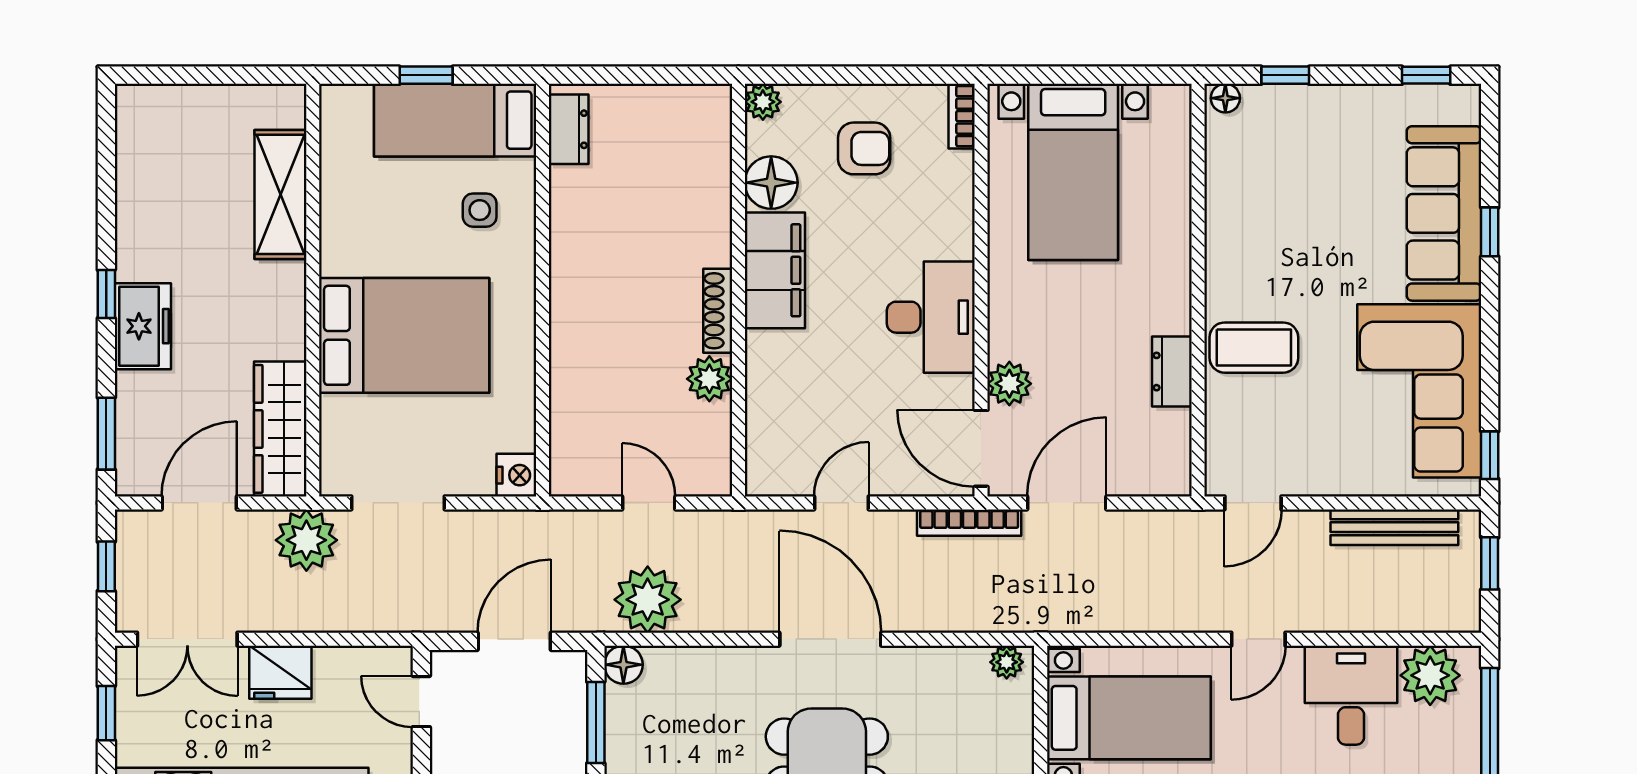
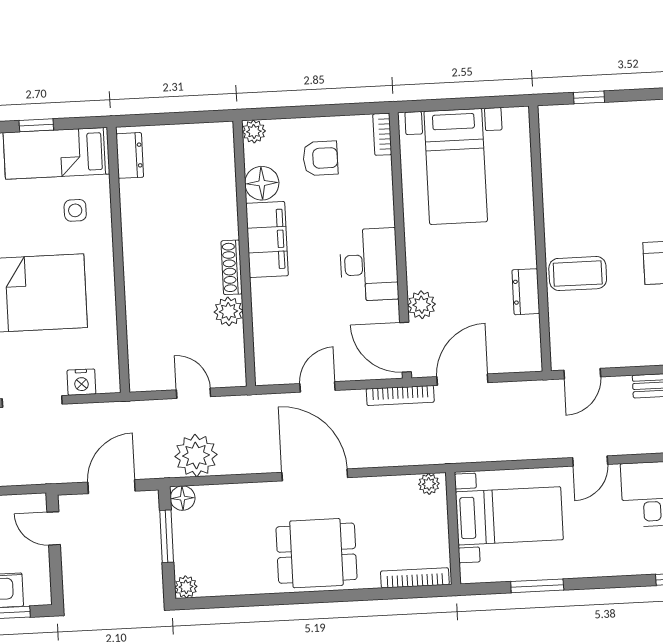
floor lamp: (1225, 98) -> (551, 114), removed
nightstand: (516, 475) -> (81, 382), moved, turned 90

